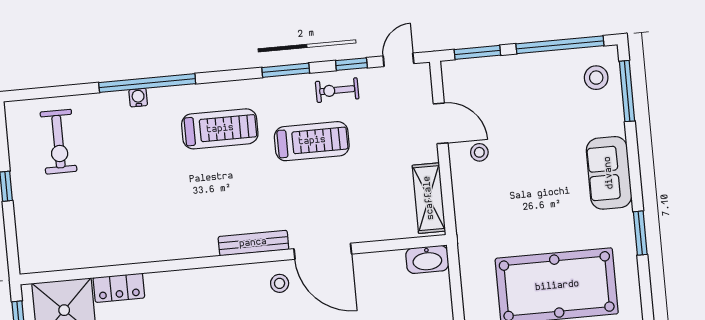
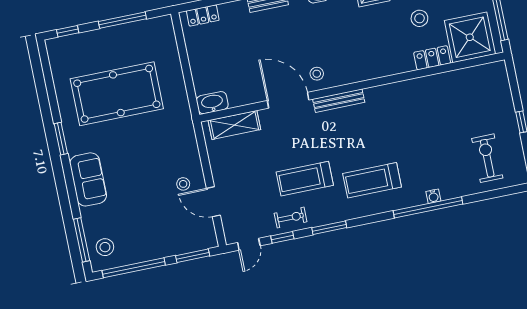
shelving: (429, 198) -> (234, 125), moved, turned 90

